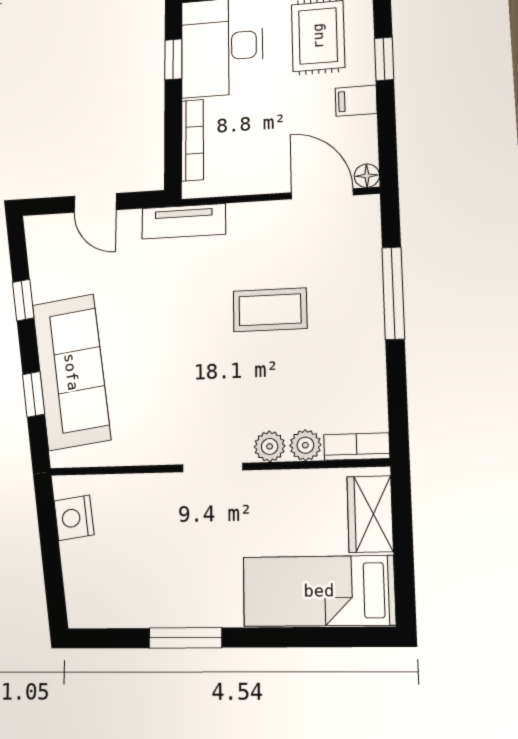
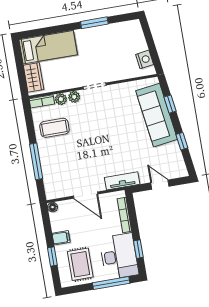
door: (322, 194) -> (86, 195), moved
coffee table: (270, 310) -> (54, 128), moved

